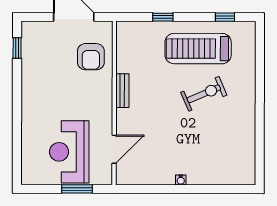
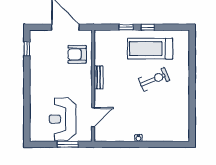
window: (225, 17) -> (148, 27), moved
armchair: (91, 57) -> (77, 54), turned 90

